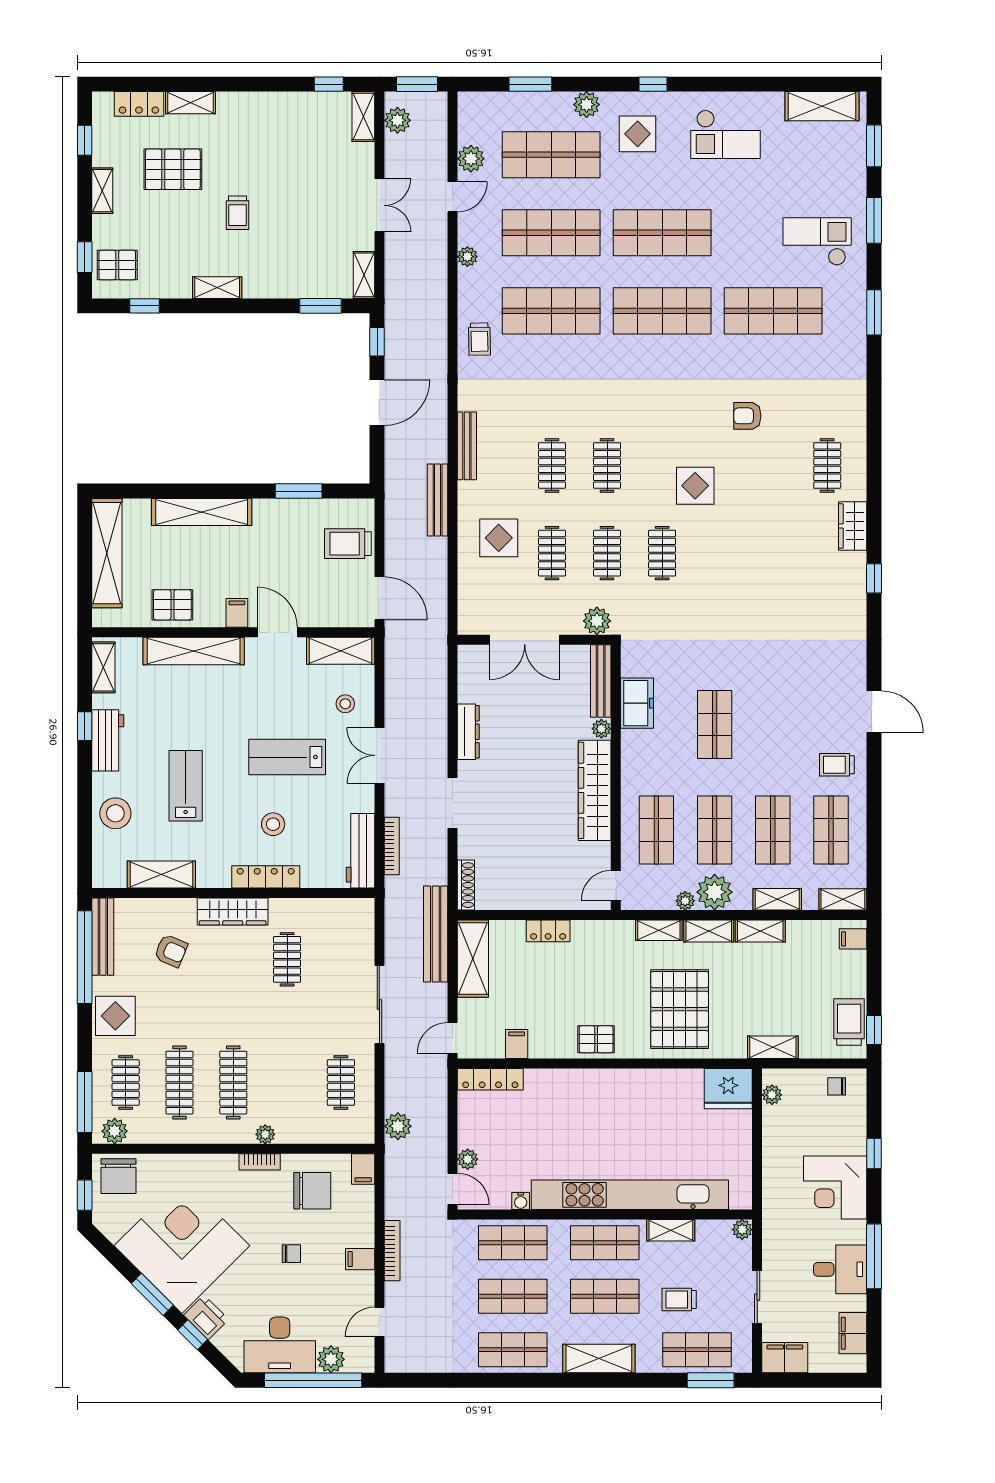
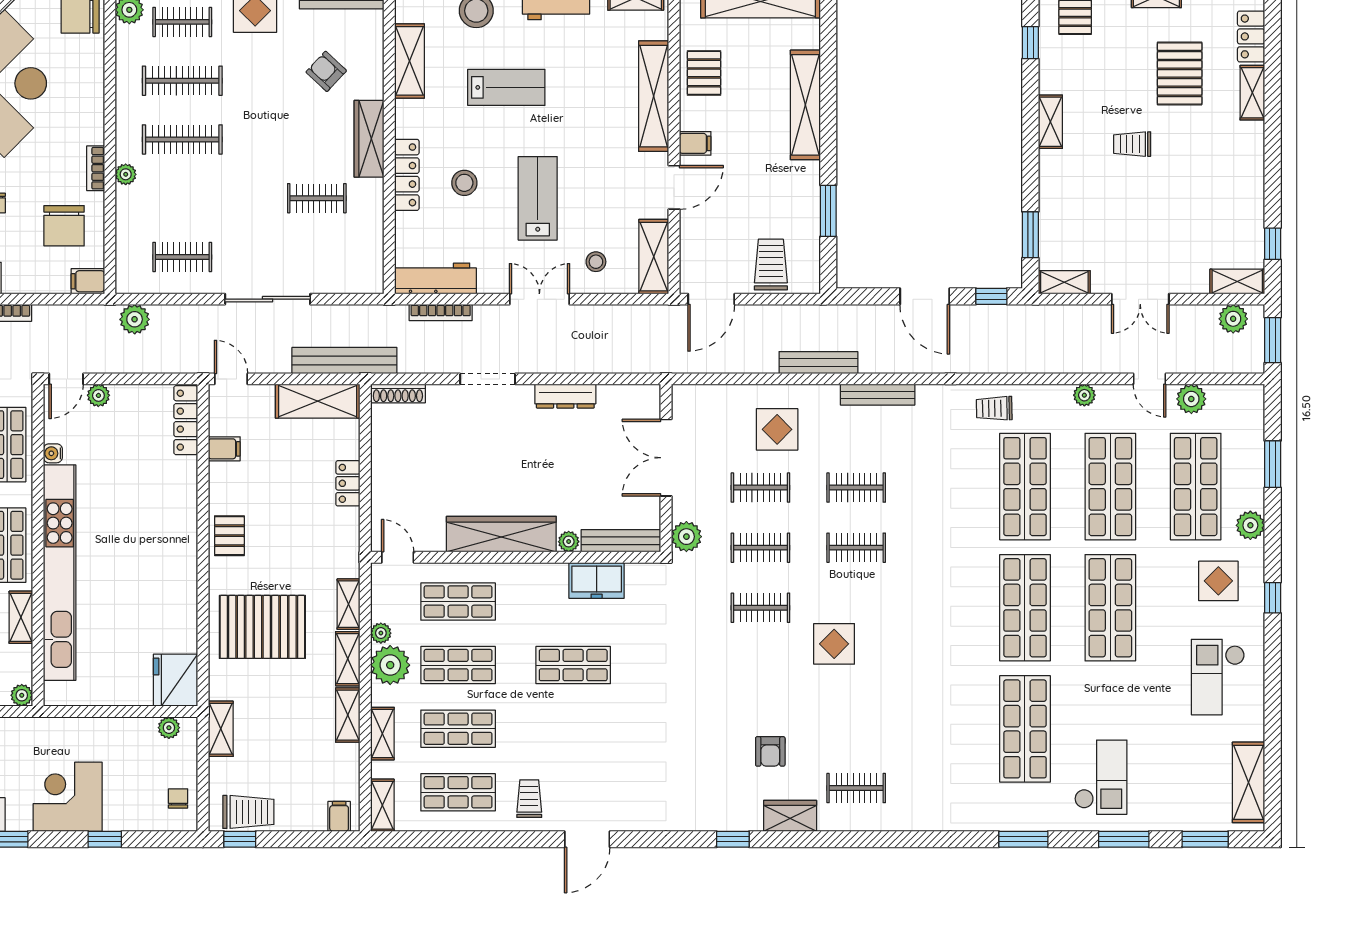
armchair: (747, 416) -> (770, 751), moved, turned 180
armchair: (171, 951) -> (326, 71), turned 110

